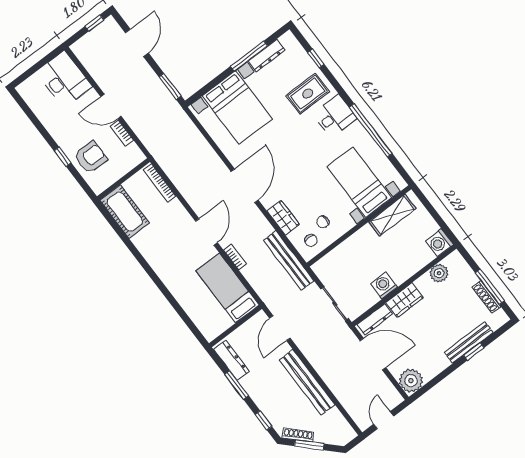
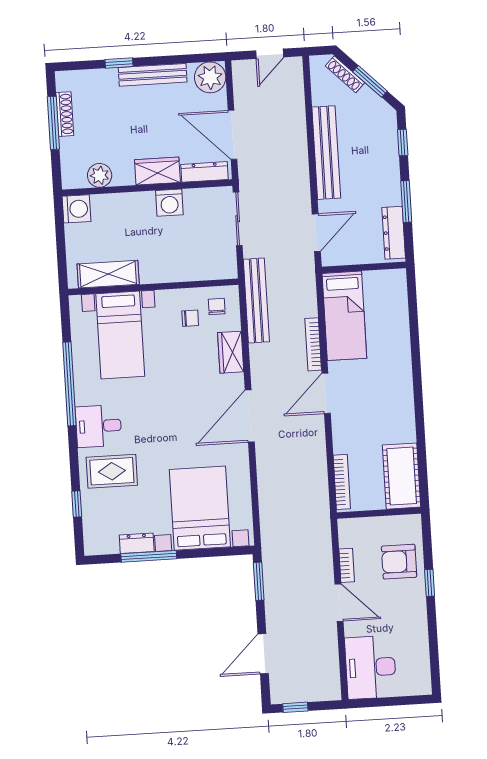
dresser: (266, 56) -> (137, 543), width x0.70
bookcase: (235, 257) -> (313, 344), width x1.56
bench: (469, 342) -> (153, 75), moved
shoe rack: (298, 435) -> (345, 74), moved

